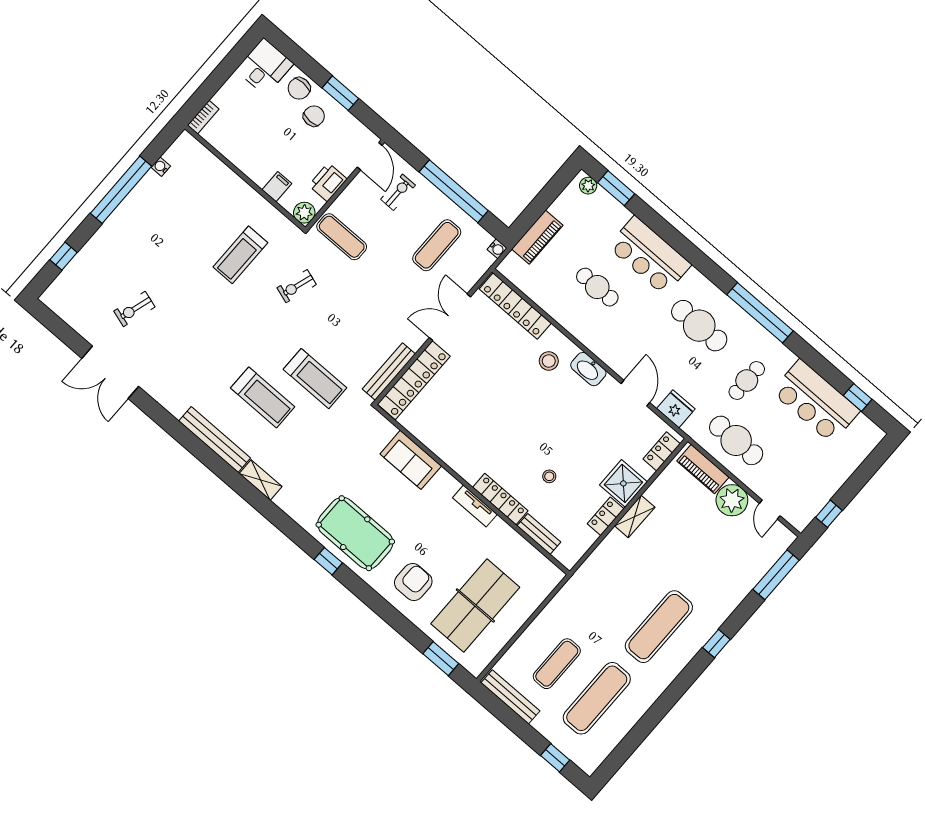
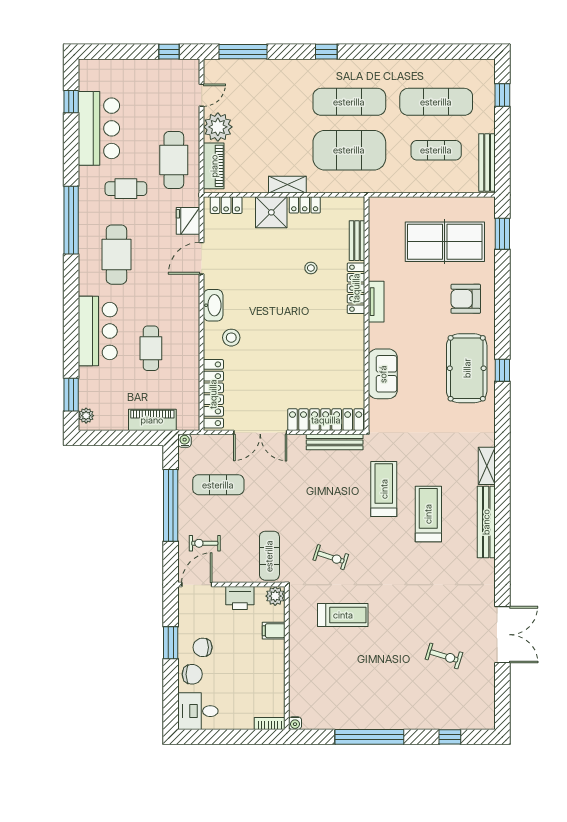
water cooler: (161, 167) -> (295, 723), moved
exercise mat: (619, 592) -> (349, 150), added

